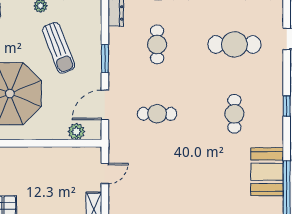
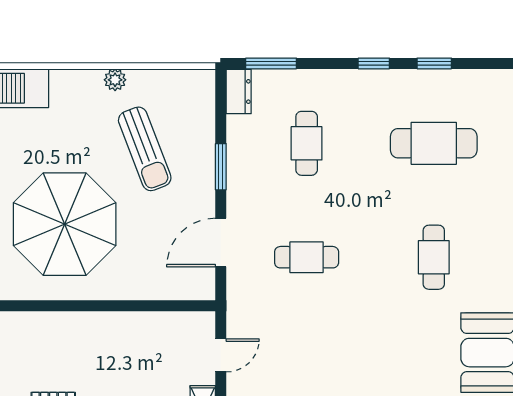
plant: (76, 132) -> (174, 286), removed

